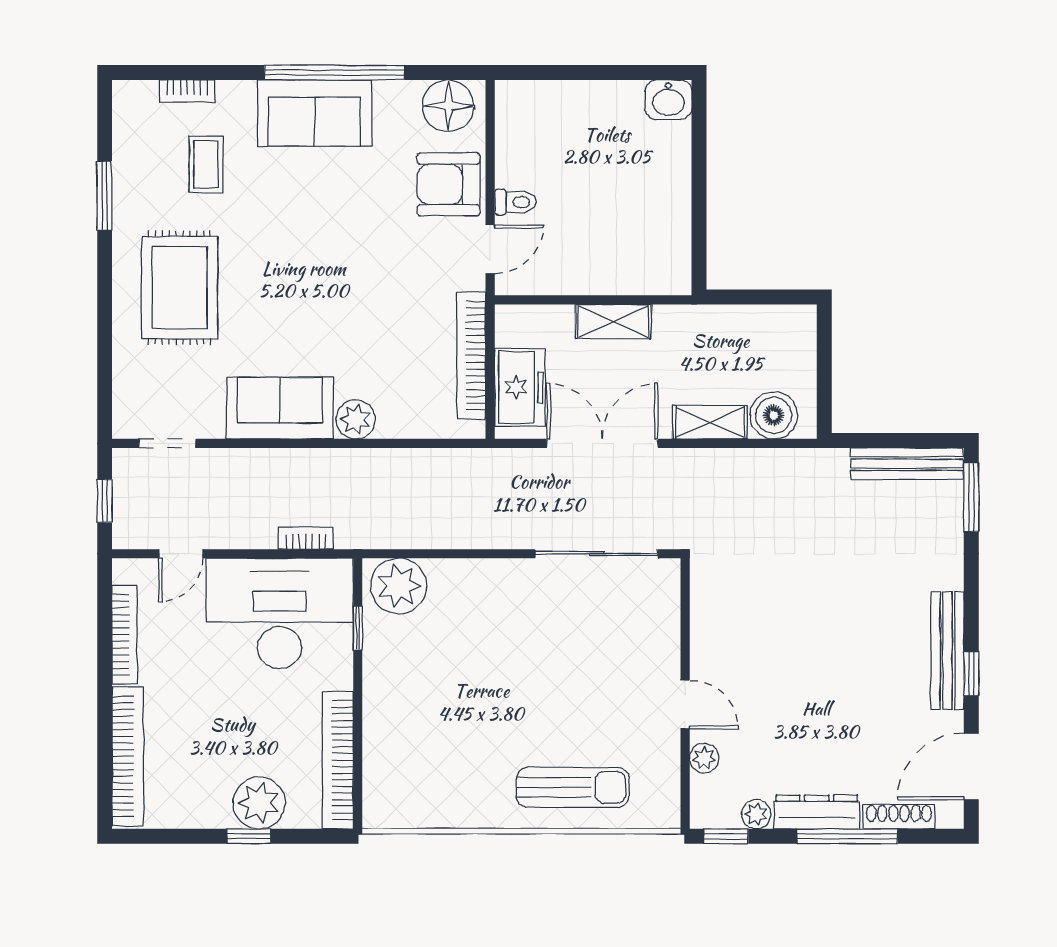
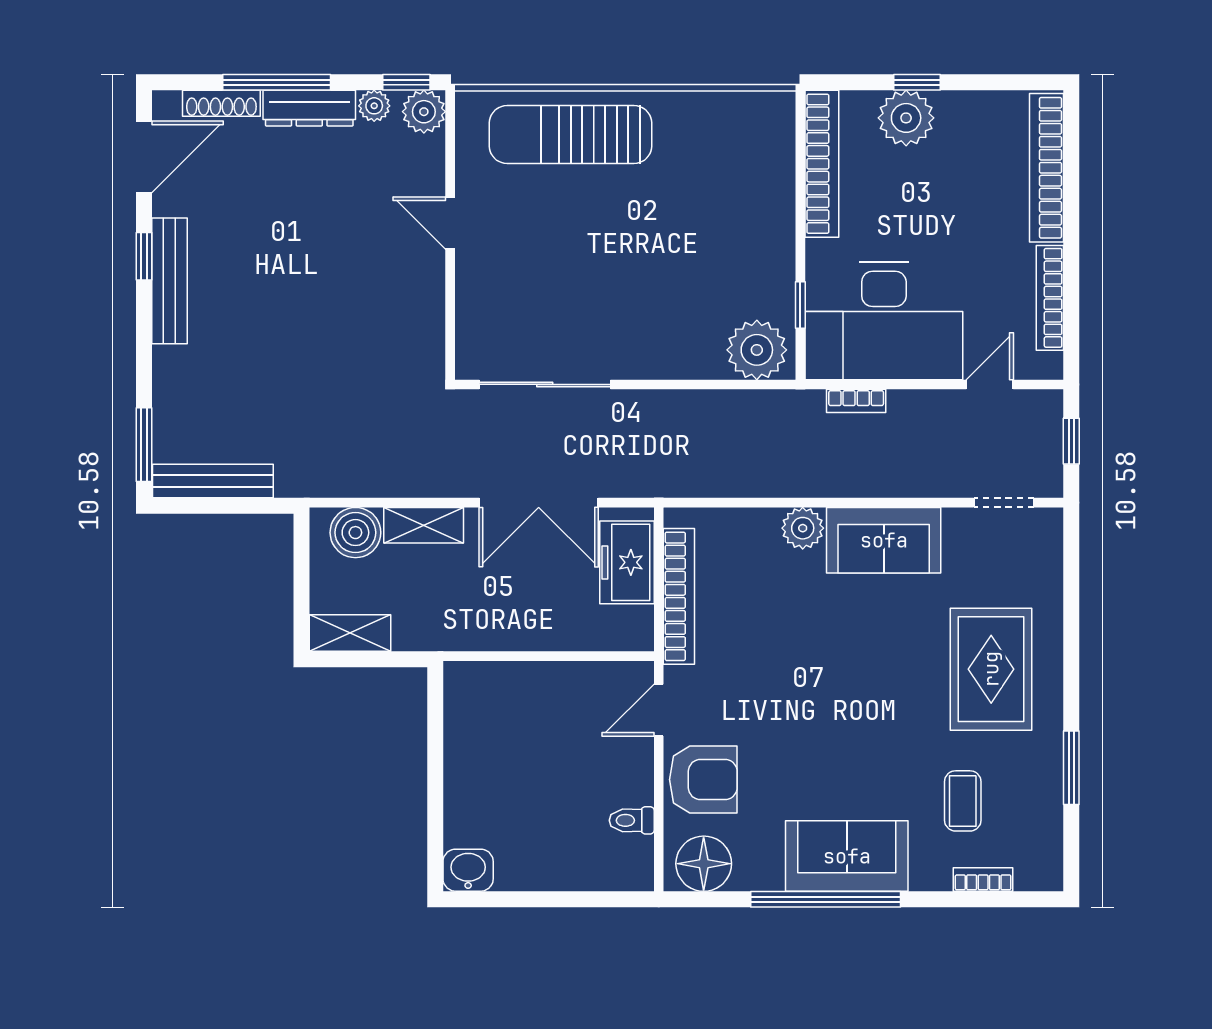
toilet: (515, 202) -> (632, 820), moved
shelving: (613, 321) -> (350, 633), moved
plant: (704, 758) -> (424, 112), moved, width x1.38, depth x1.38
sun lounger: (573, 787) -> (570, 135), width x1.36, depth x1.34

